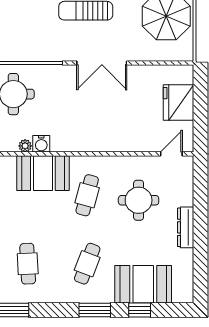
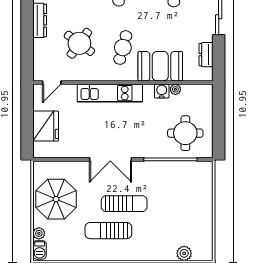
double door: (102, 63) -> (110, 159), swing flipped
kitchen unit: (103, 141) -> (110, 93), added
round table: (139, 200) -> (79, 43), turned 36

